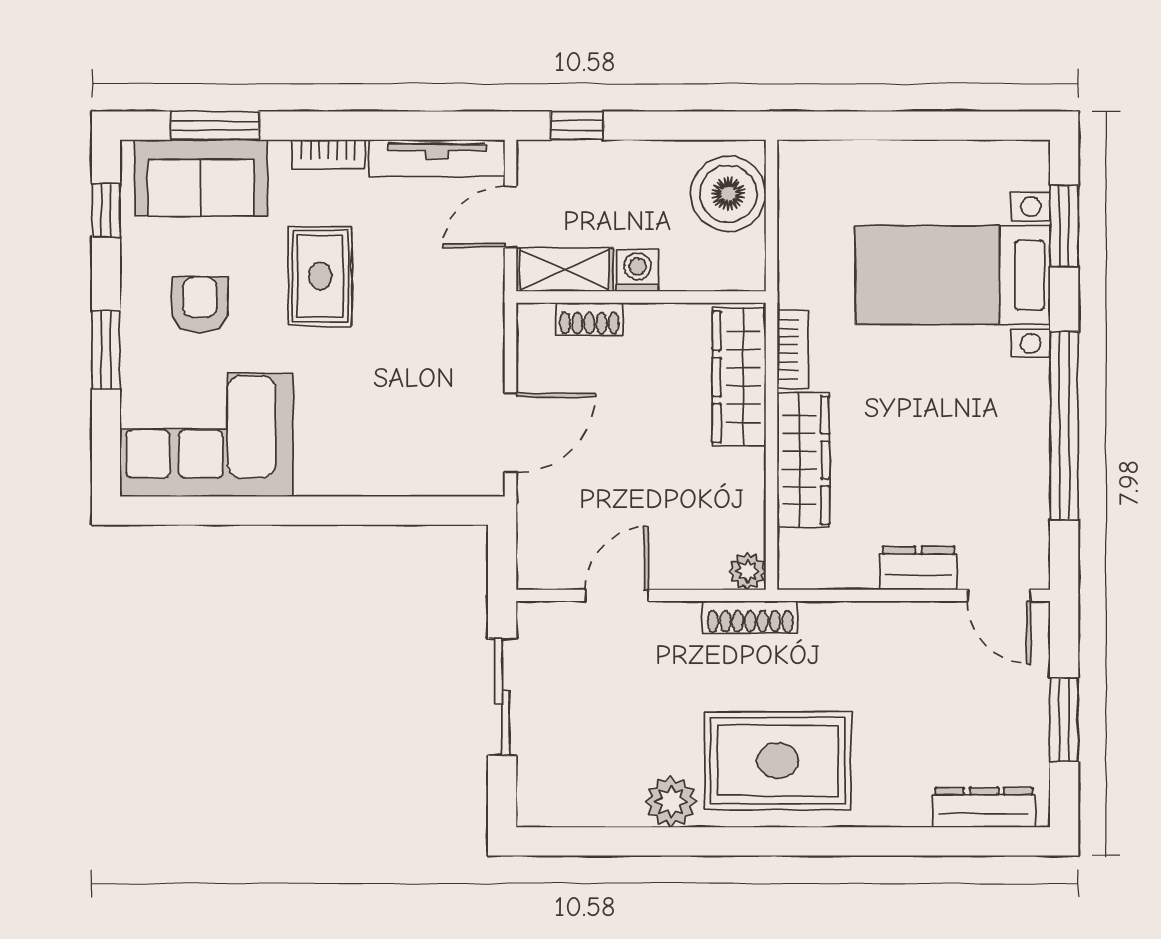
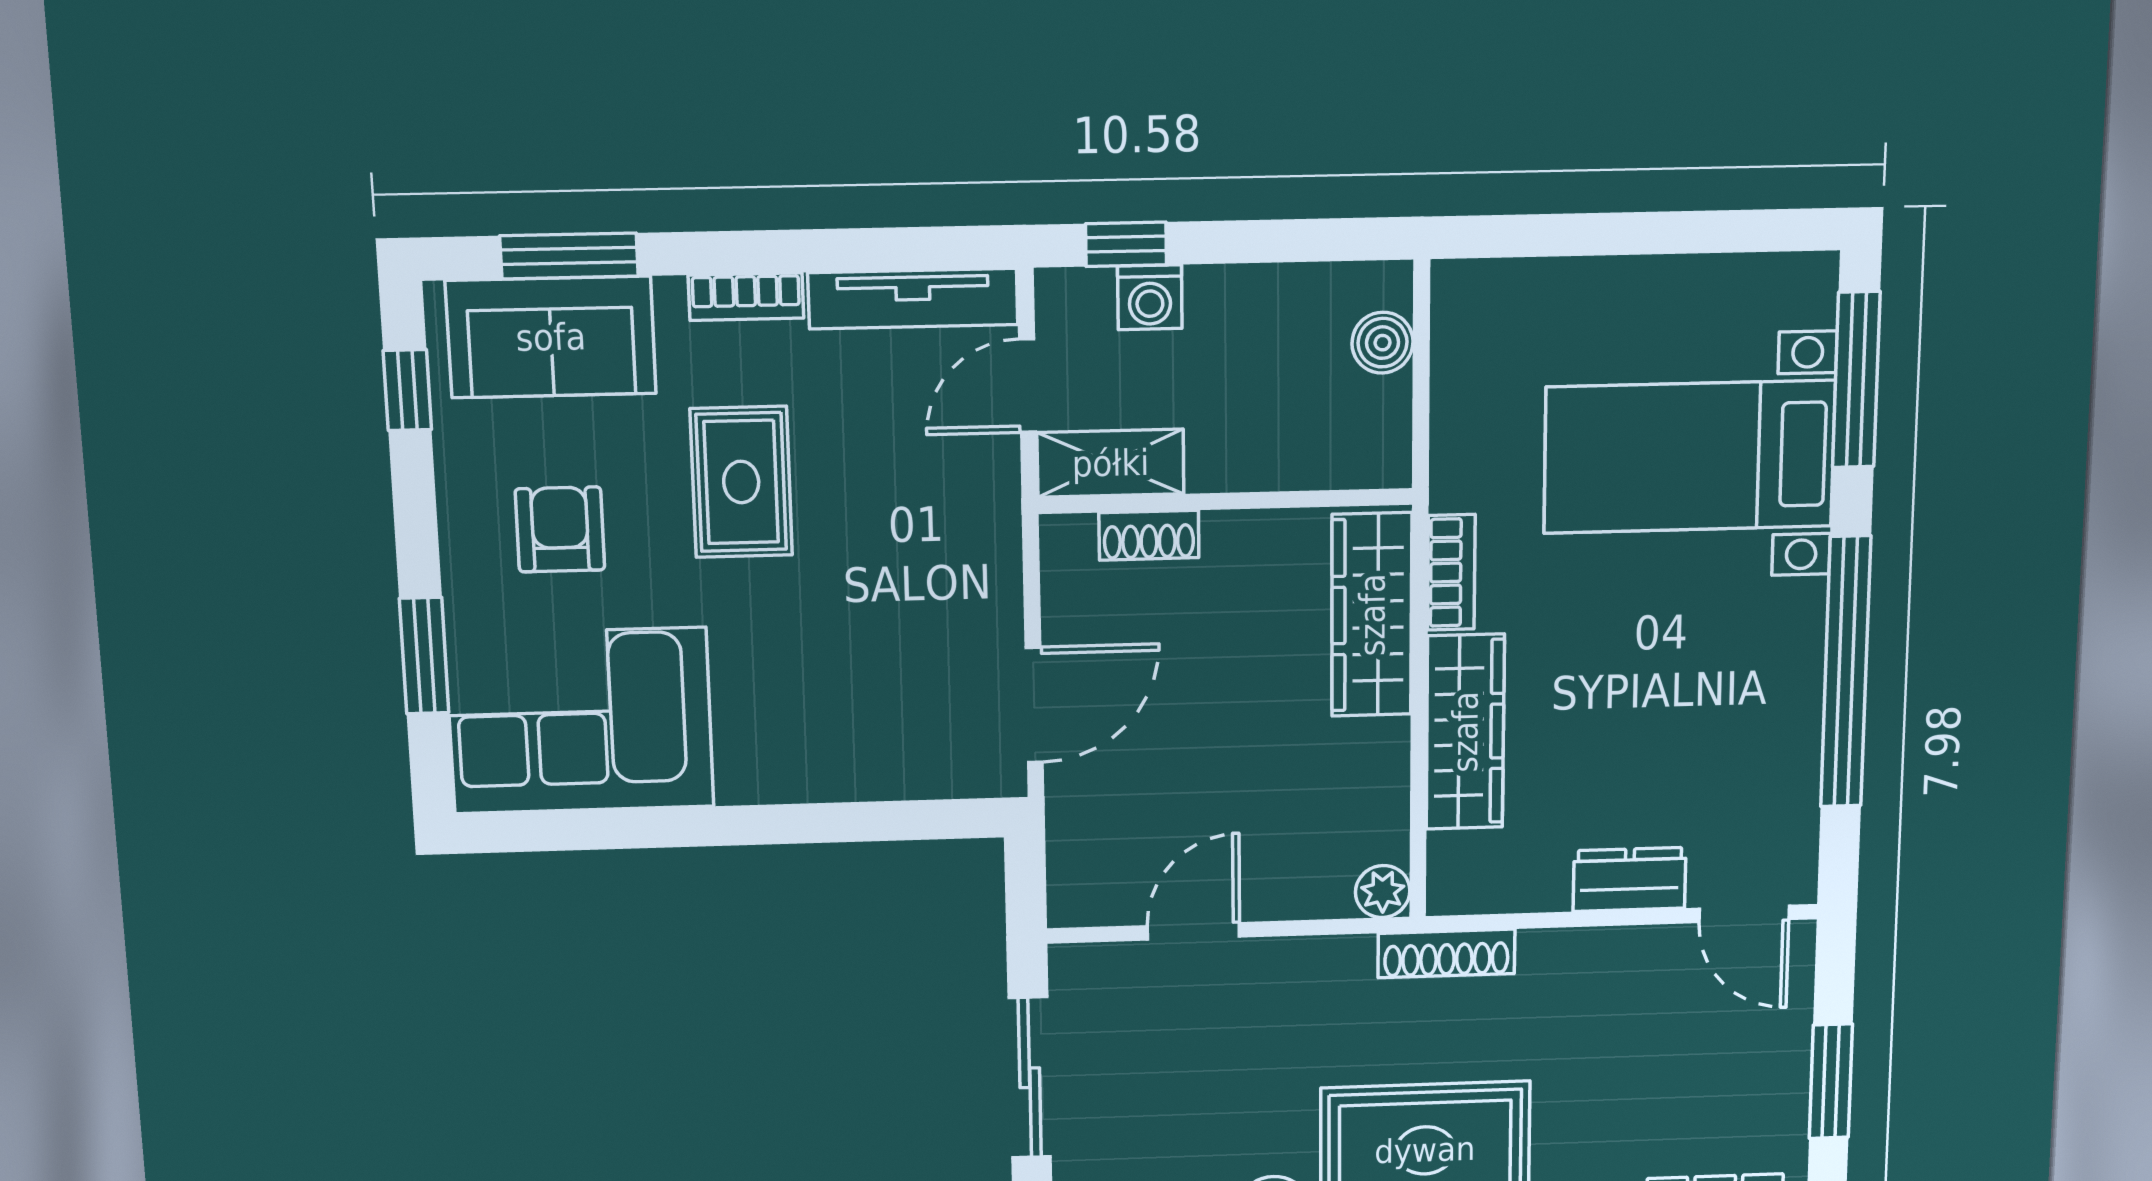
boiler: (728, 194) -> (1383, 343), width x0.54, depth x0.54
window: (1064, 226) -> (1856, 380), width x1.44
washing machine: (638, 271) -> (1150, 297), moved, turned 180
window: (106, 350) -> (424, 656), moved
shoe rack: (750, 617) -> (1446, 953), moved

